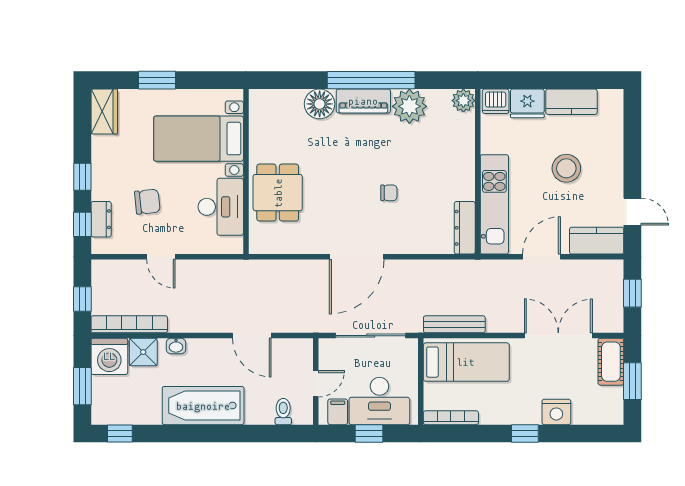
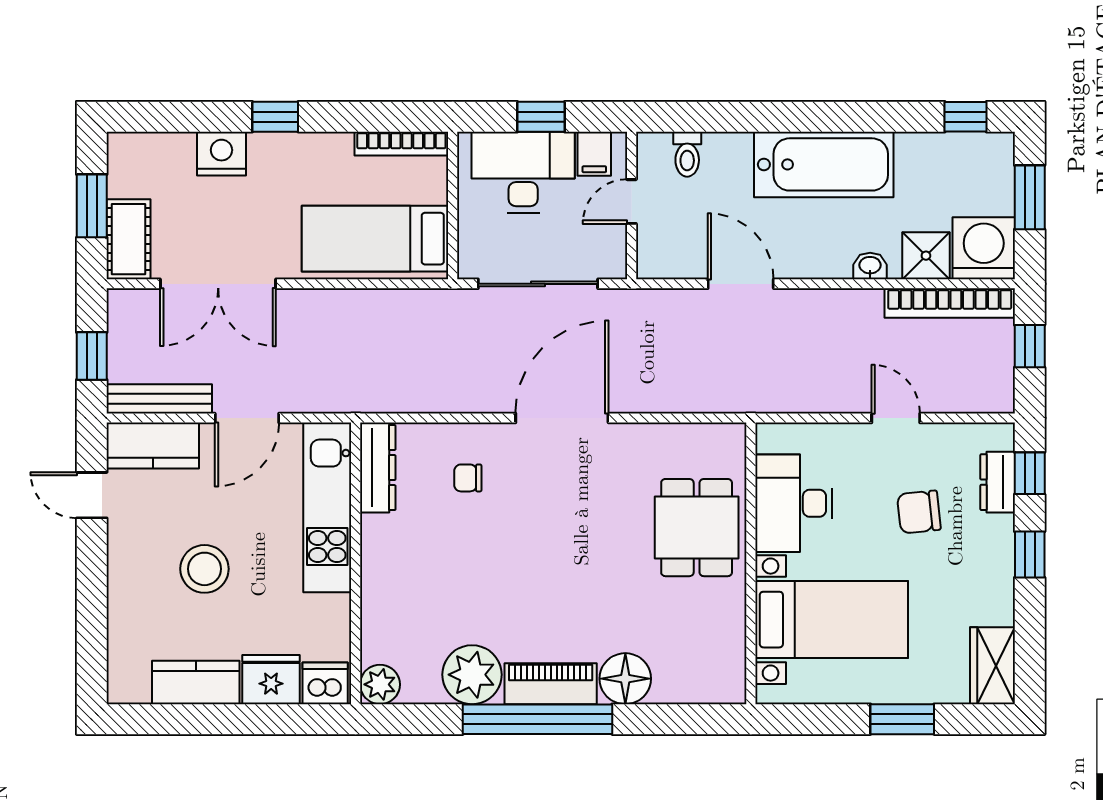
chair: (389, 193) -> (468, 478), moved
bench: (454, 324) -> (159, 399), moved

